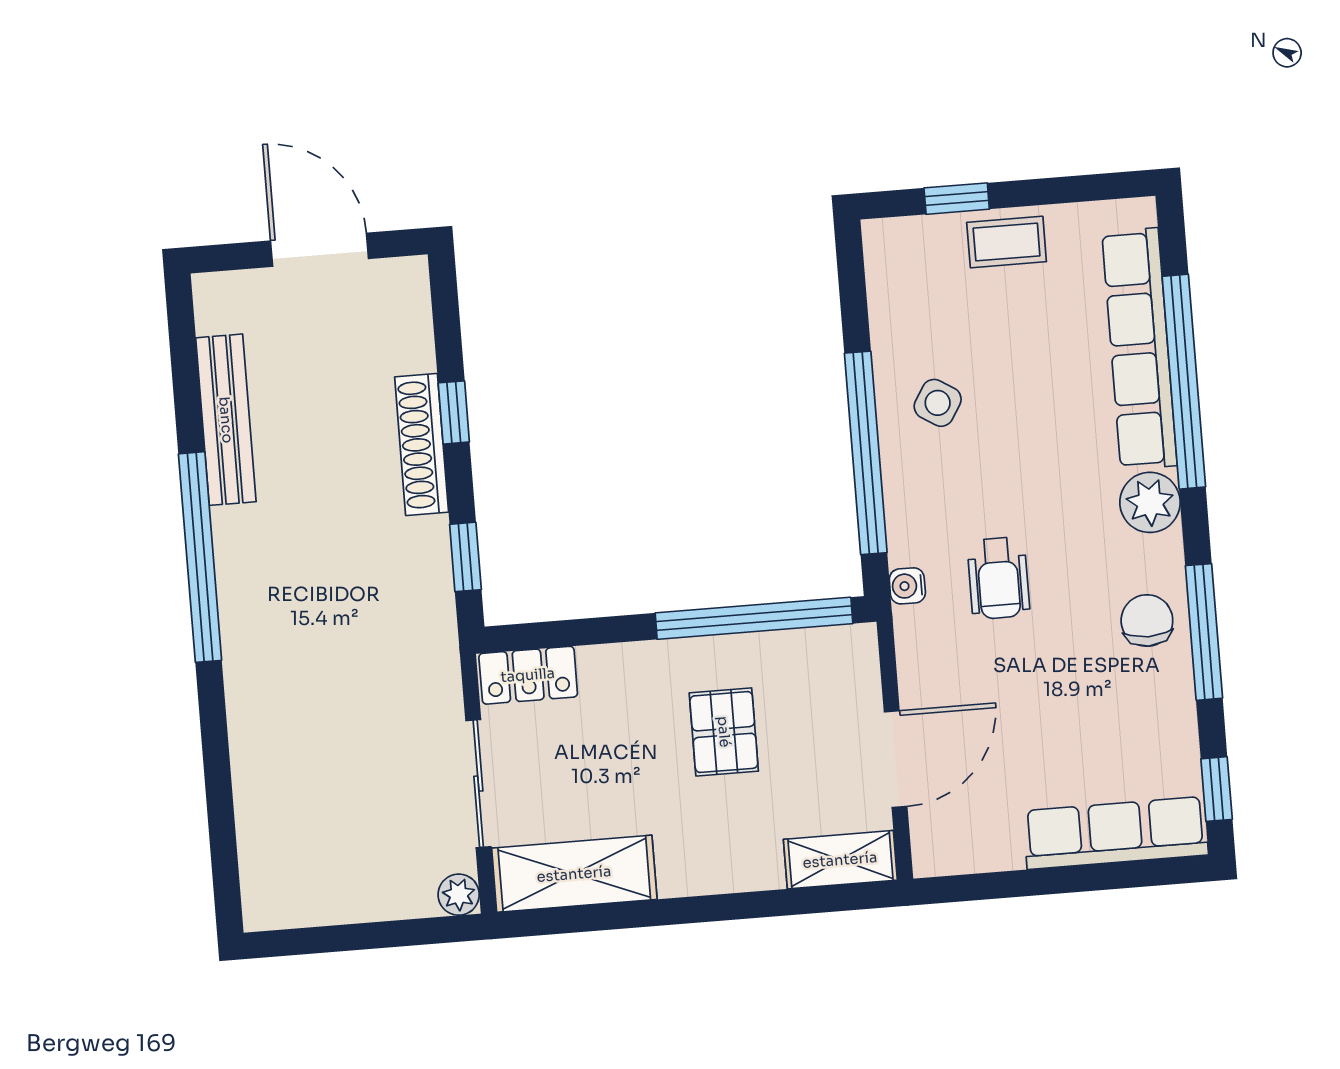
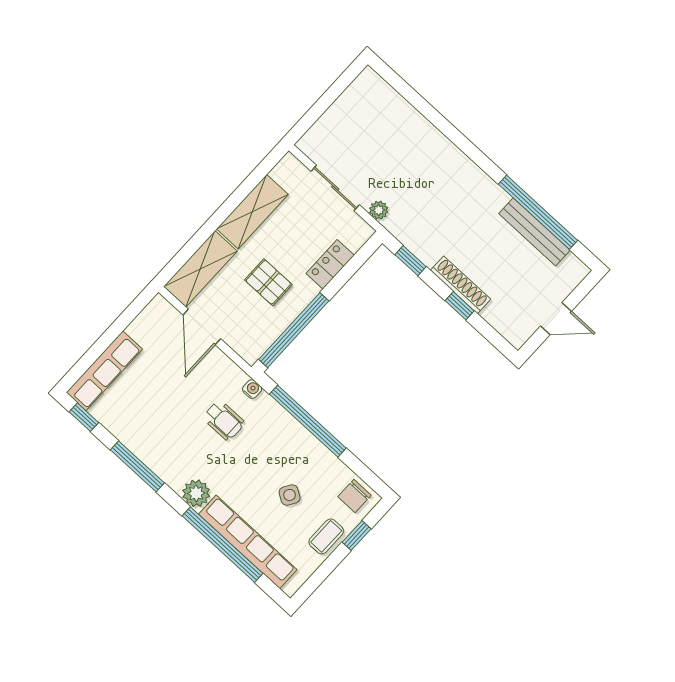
door: (319, 250) -> (556, 319), width x0.73
side table: (938, 403) -> (290, 495), moved
window: (200, 557) -> (538, 212), moved
wheelchair: (998, 578) -> (224, 420), turned 180
chair: (1147, 621) -> (355, 496), moved, turned 90
locker: (528, 675) -> (330, 264), moved
shelving: (840, 860) -> (200, 269), width x1.50, depth x1.33
shelving: (574, 874) -> (252, 212), moved
plant: (459, 895) -> (379, 210), moved

